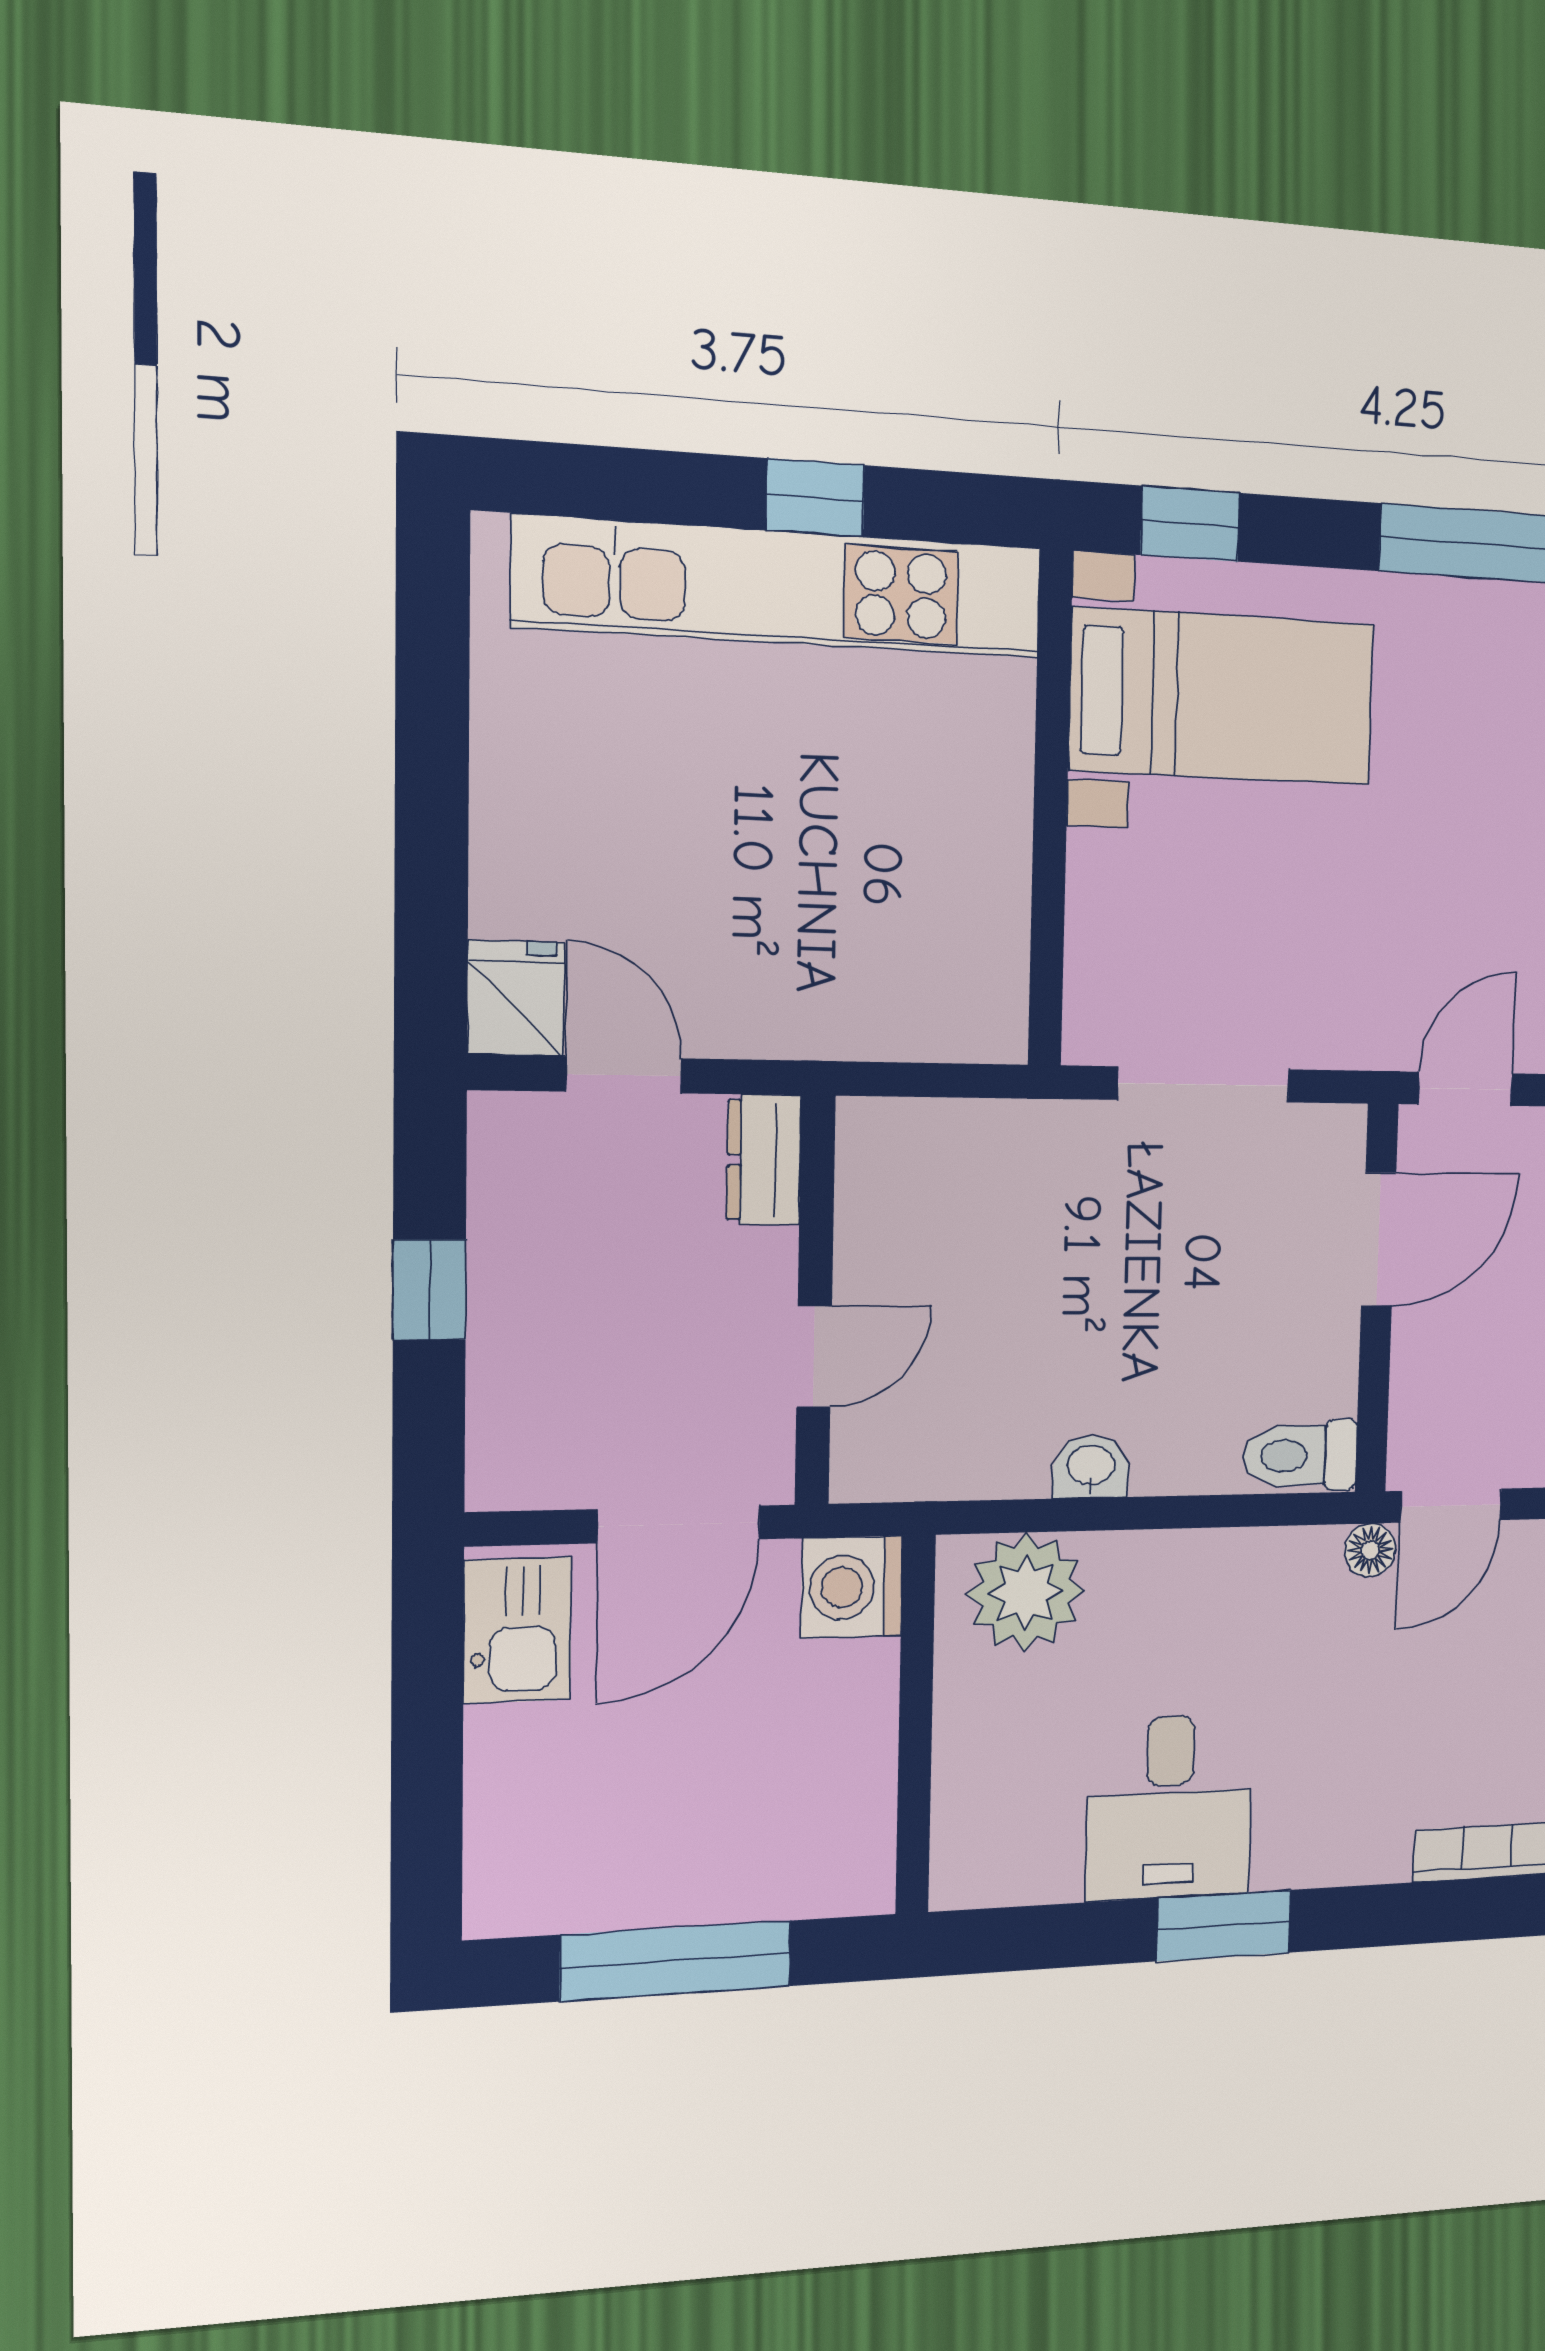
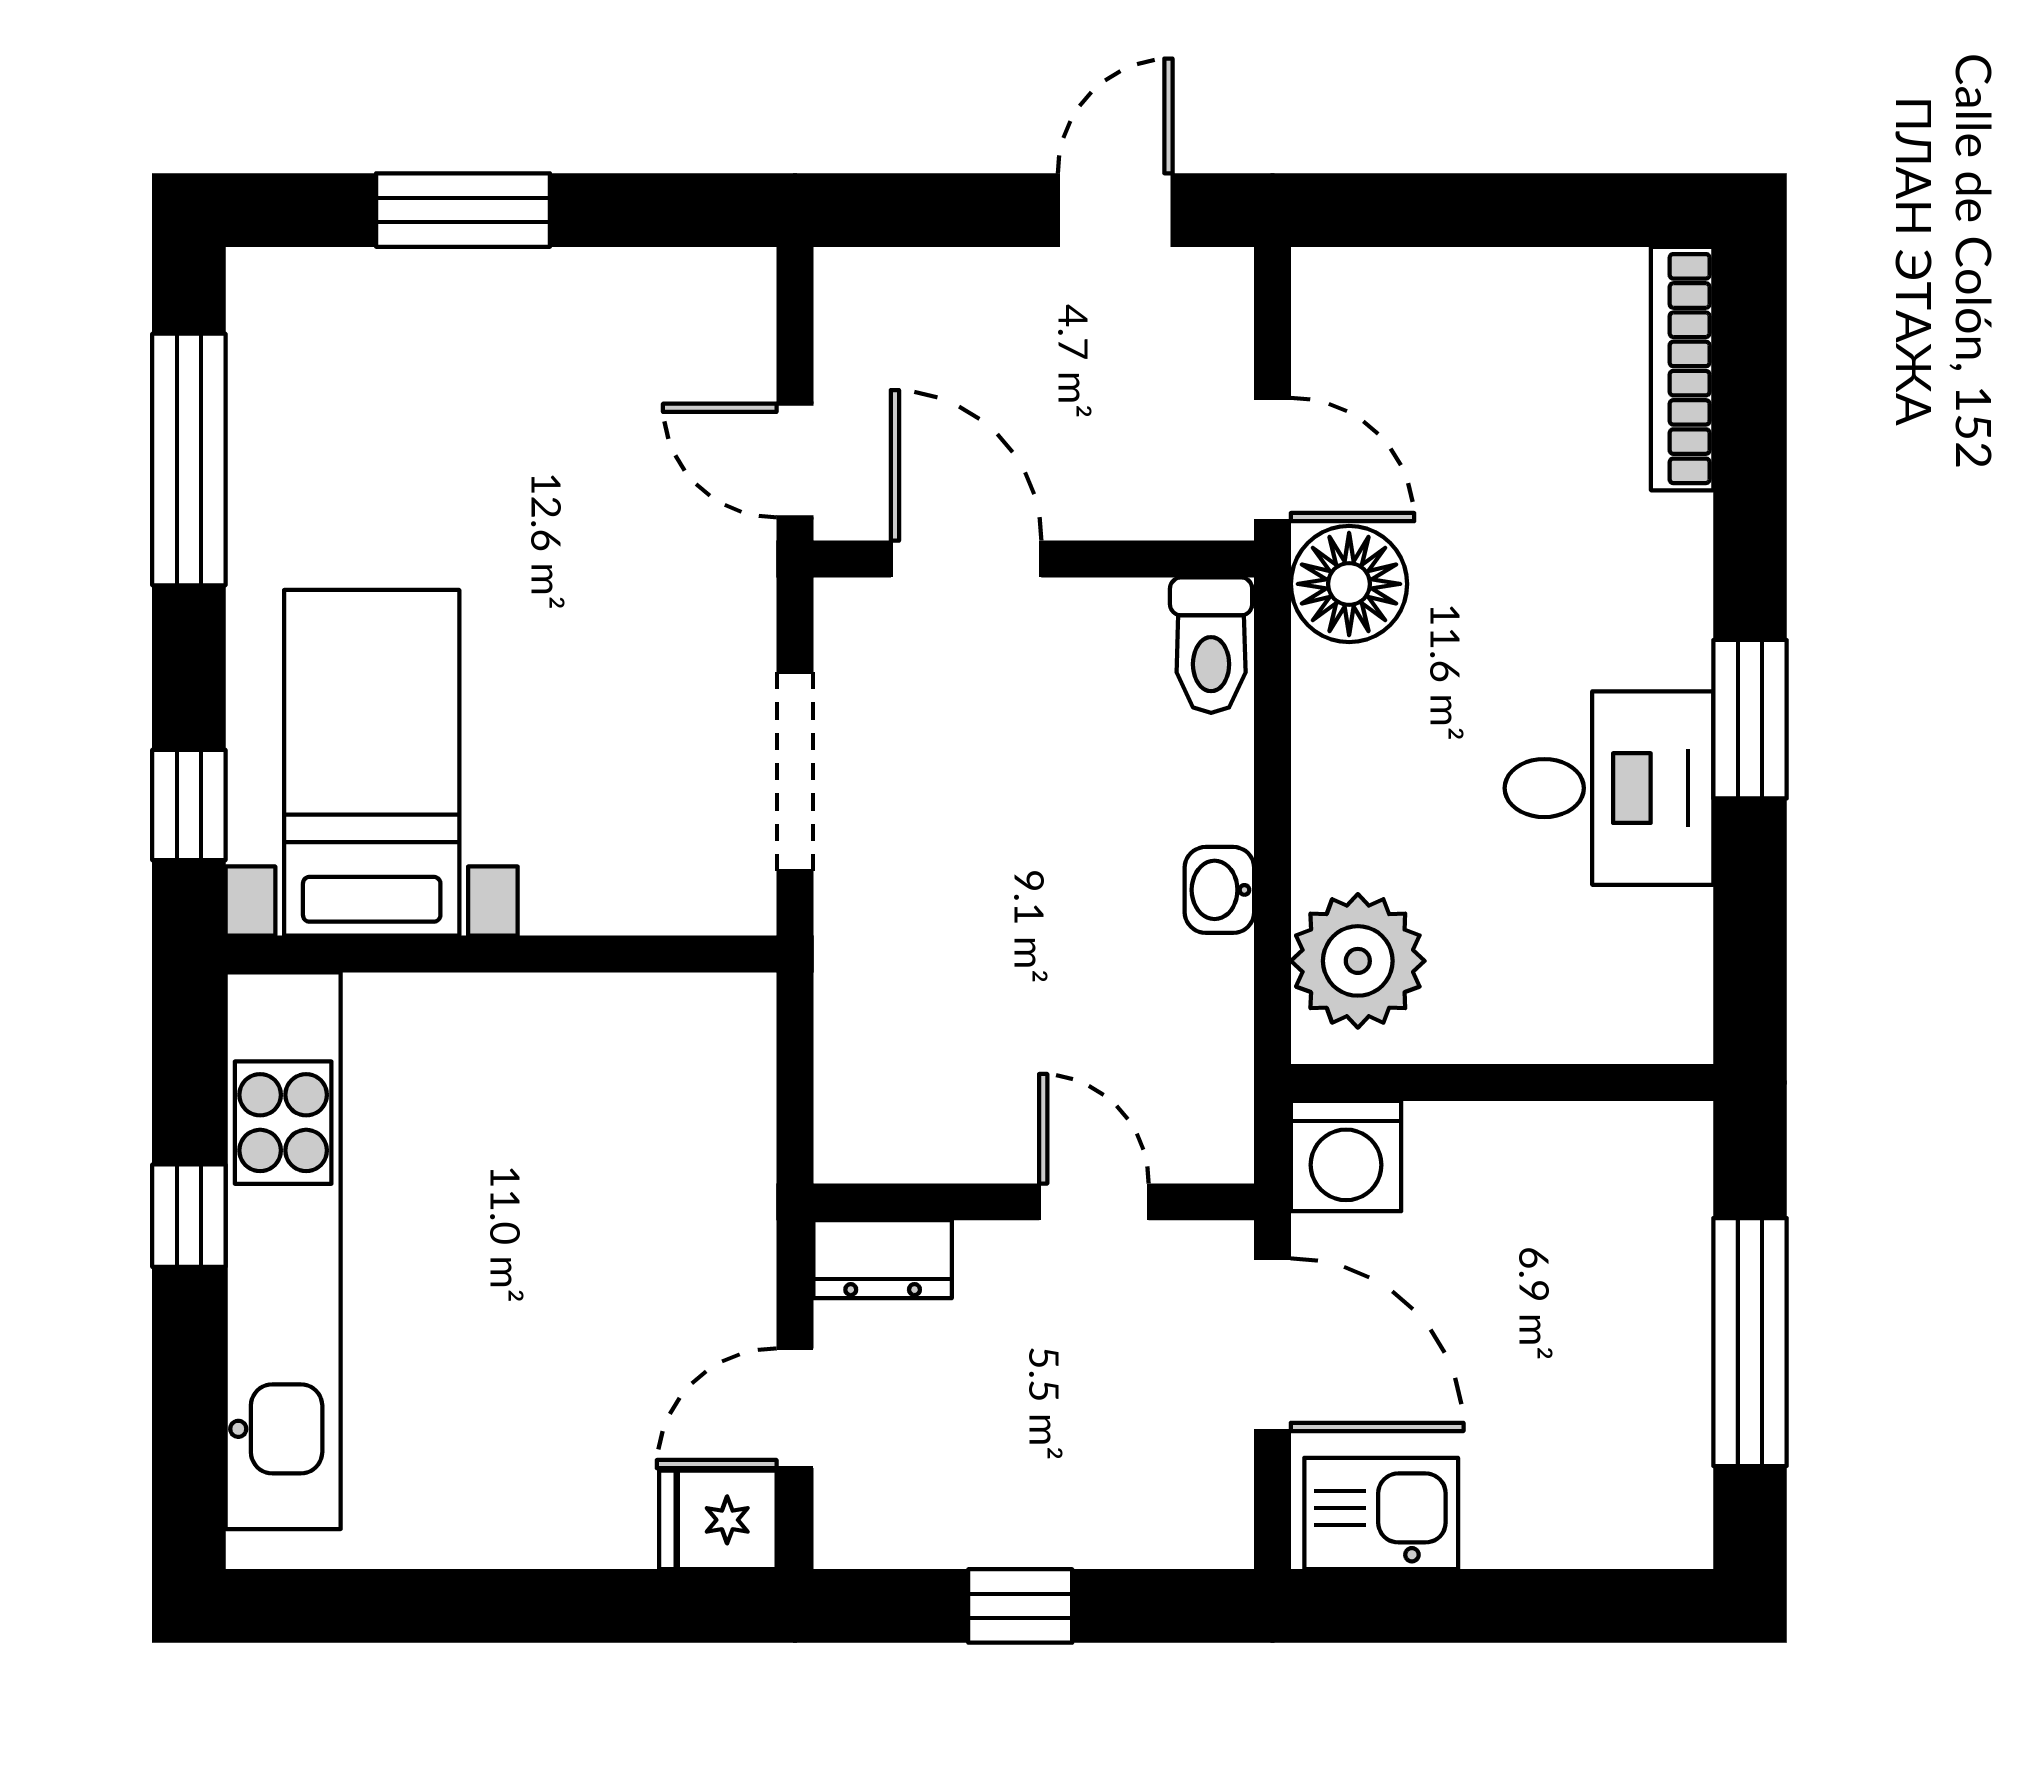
floor lamp: (1370, 1550) -> (1349, 584), width x1.89, depth x1.89

